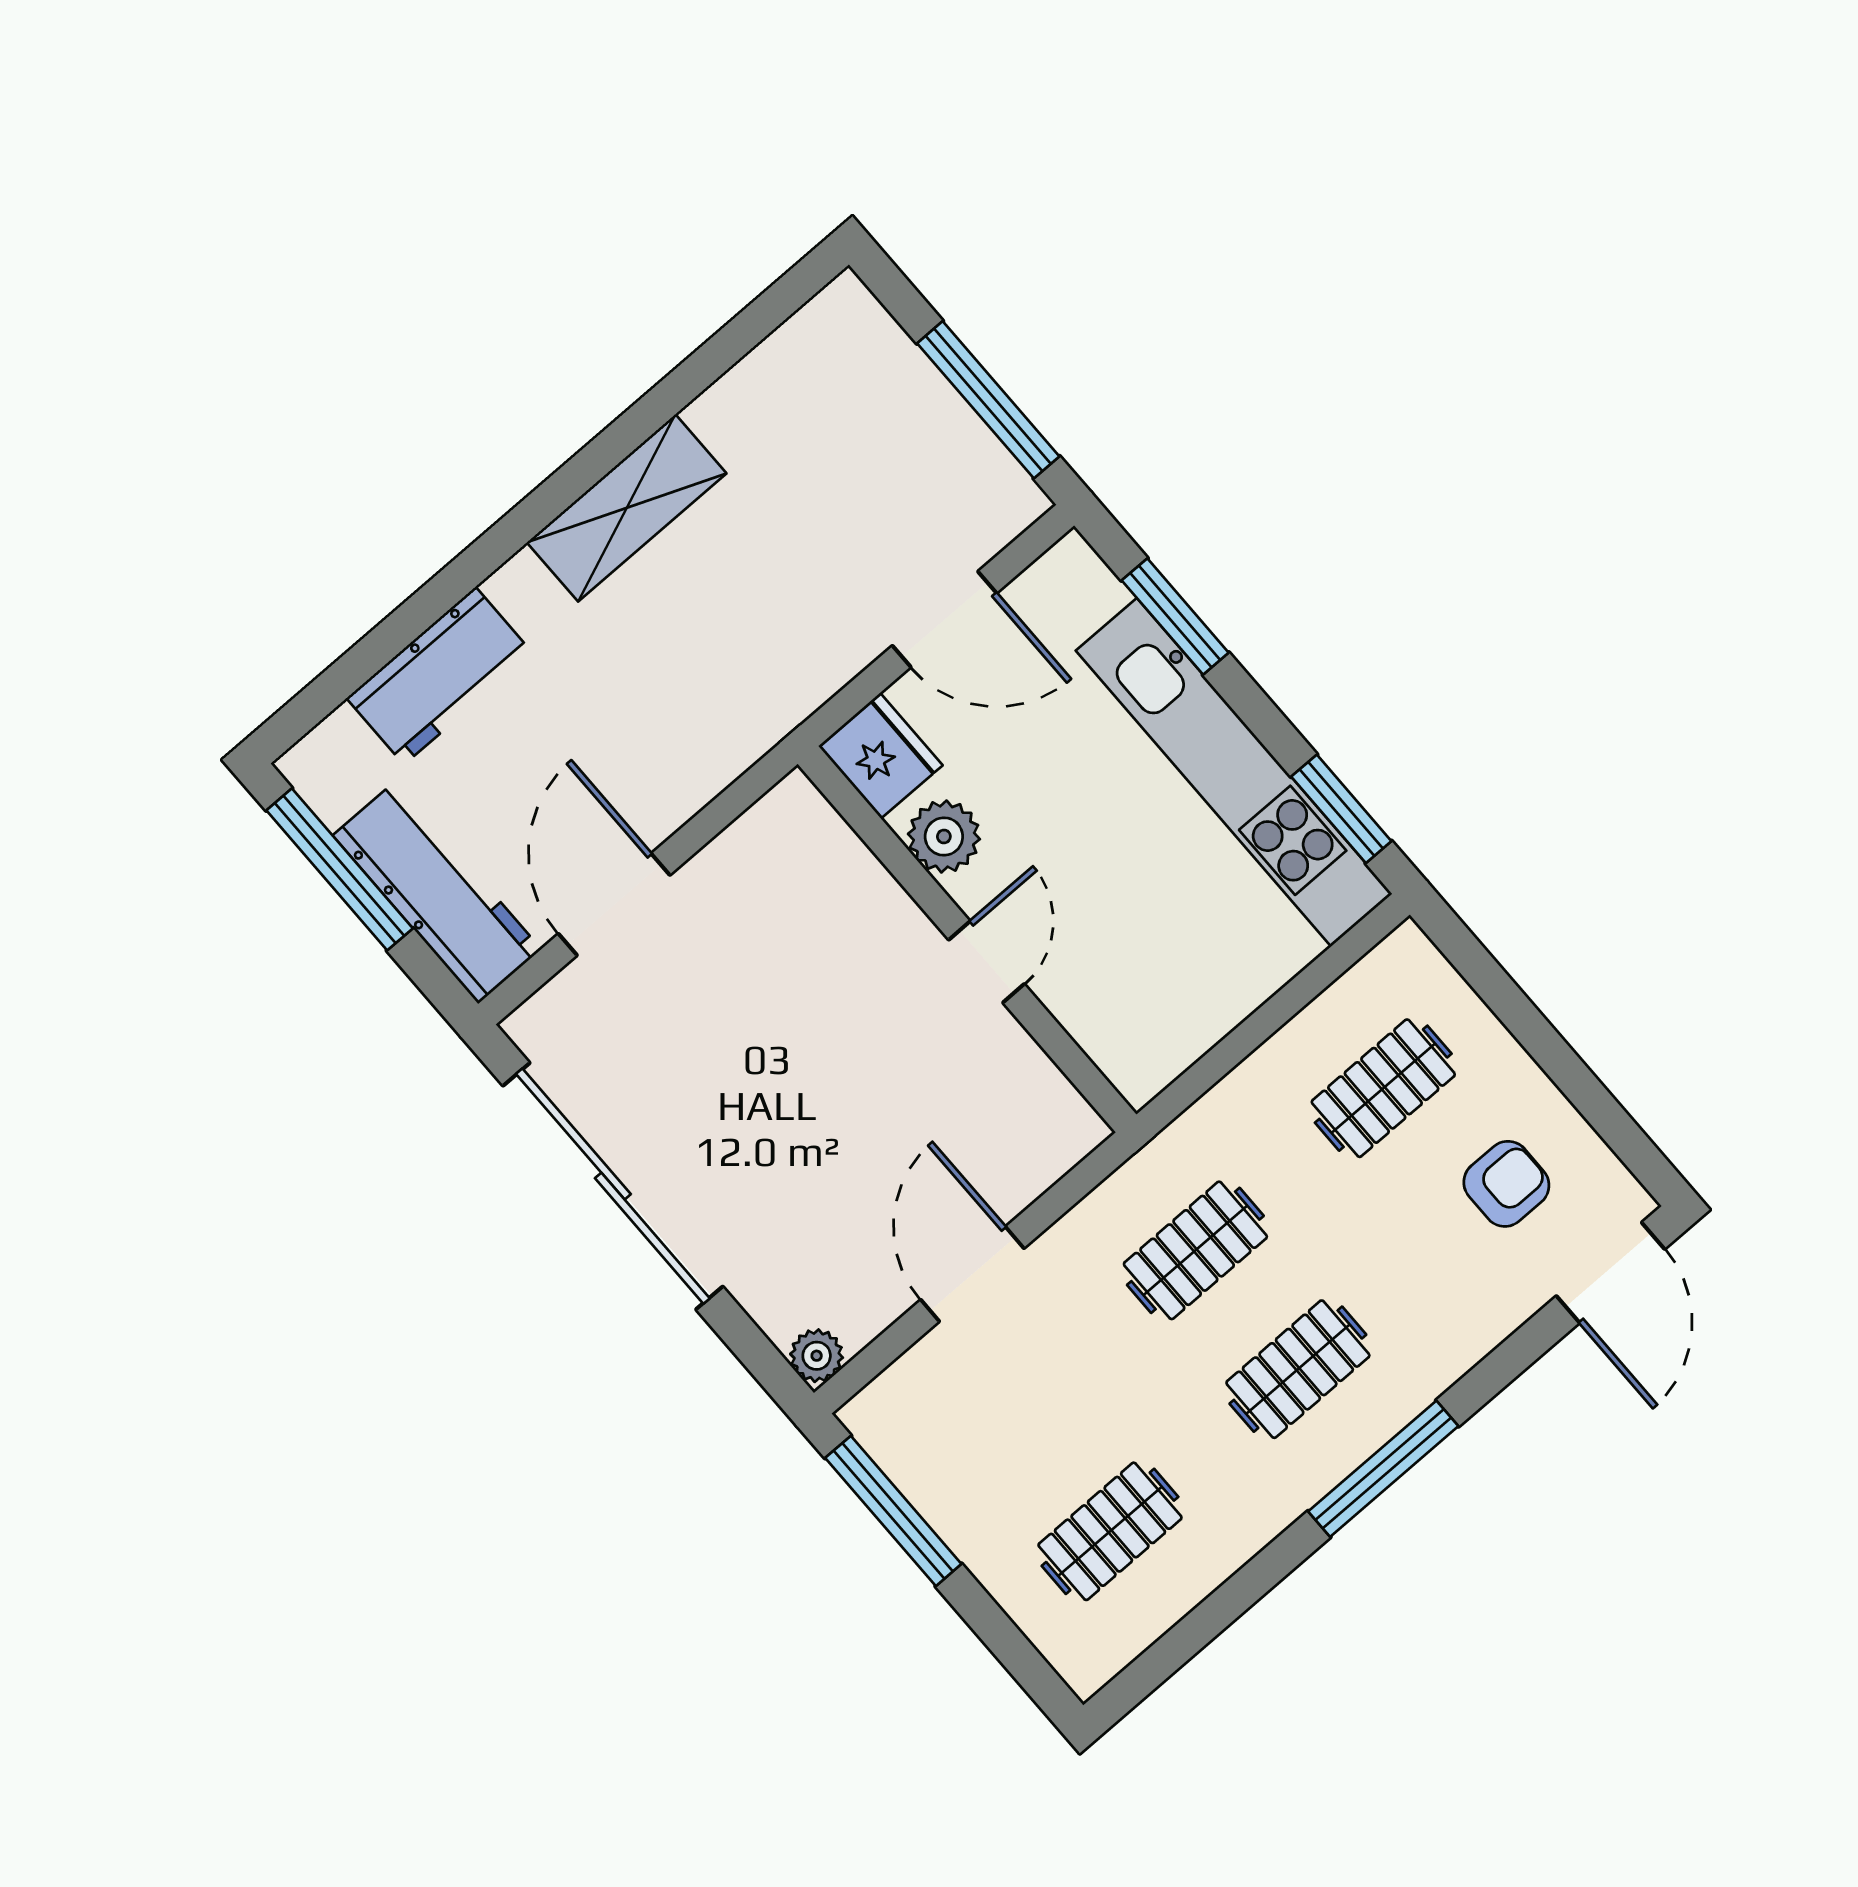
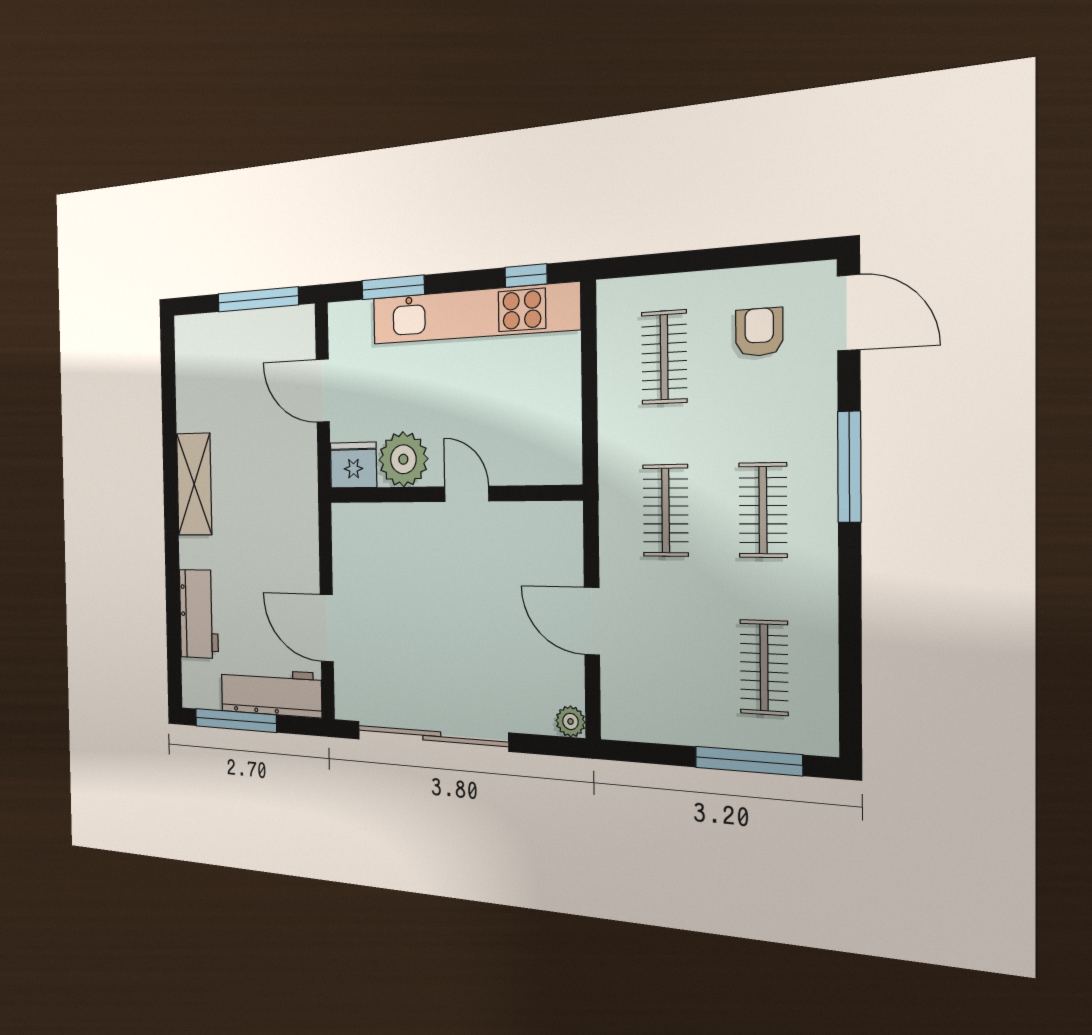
door: (944, 619) -> (323, 391), swing flipped
window: (1341, 809) -> (526, 276), width x0.67
plant: (944, 836) -> (403, 459), width x1.36, depth x1.36
window: (1383, 1469) -> (849, 467), moved
window: (893, 1511) -> (748, 761), moved

